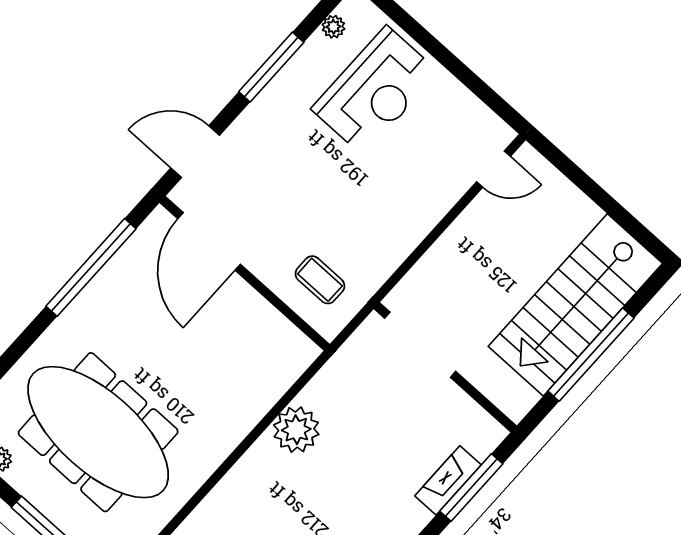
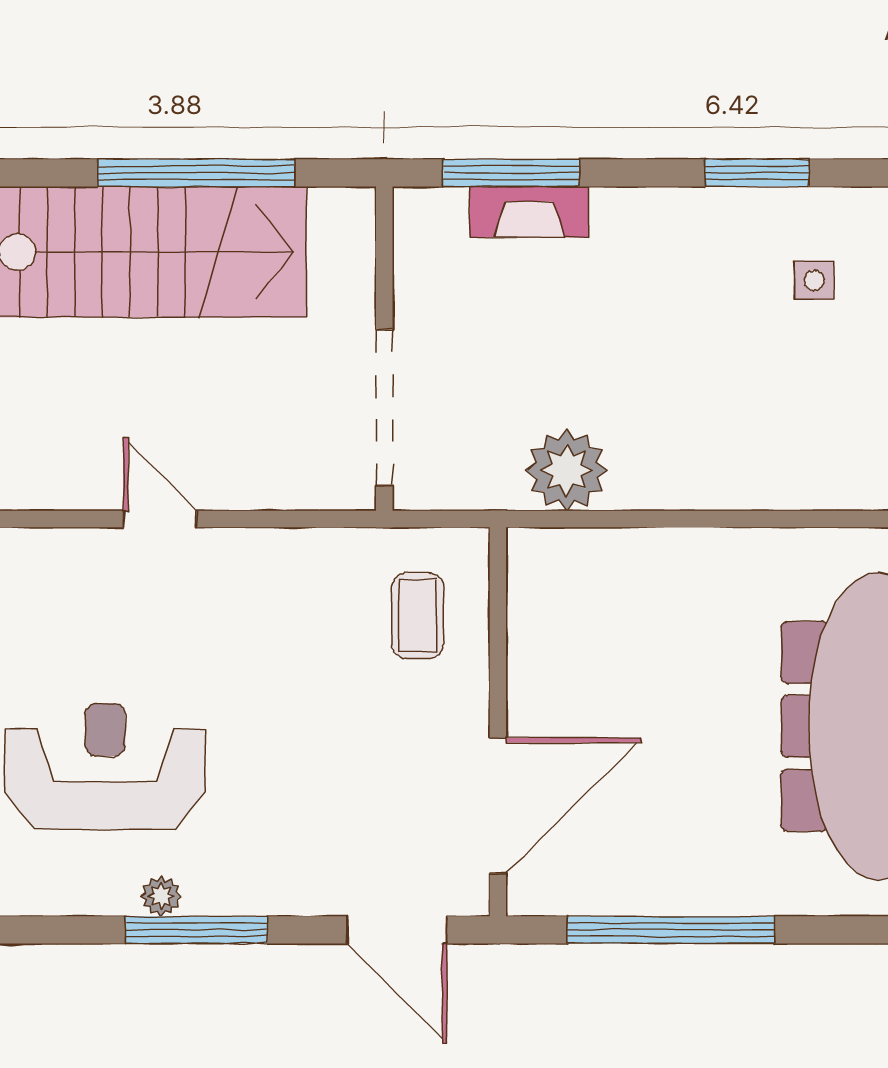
plant: (333, 27) -> (161, 896), moved
door: (493, 169) -> (160, 519), moved
plant: (296, 430) -> (567, 470), moved

